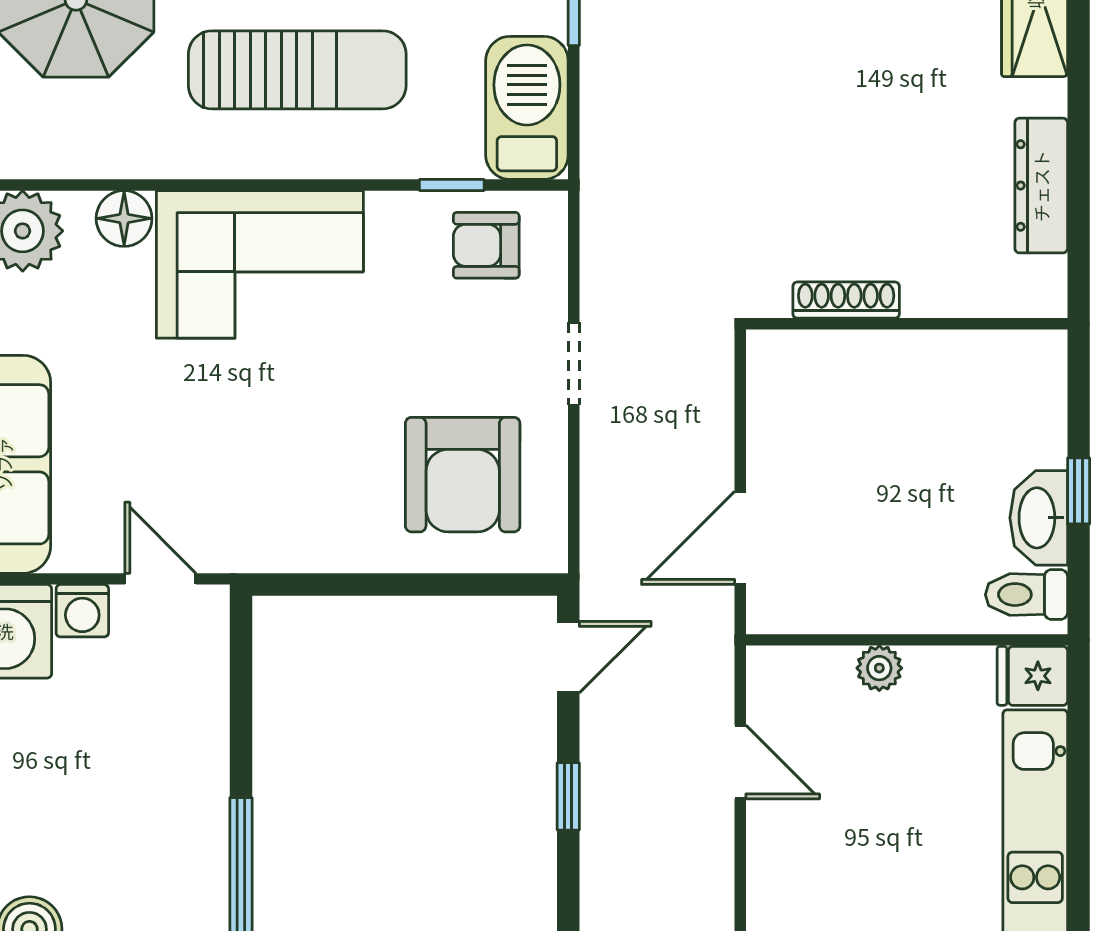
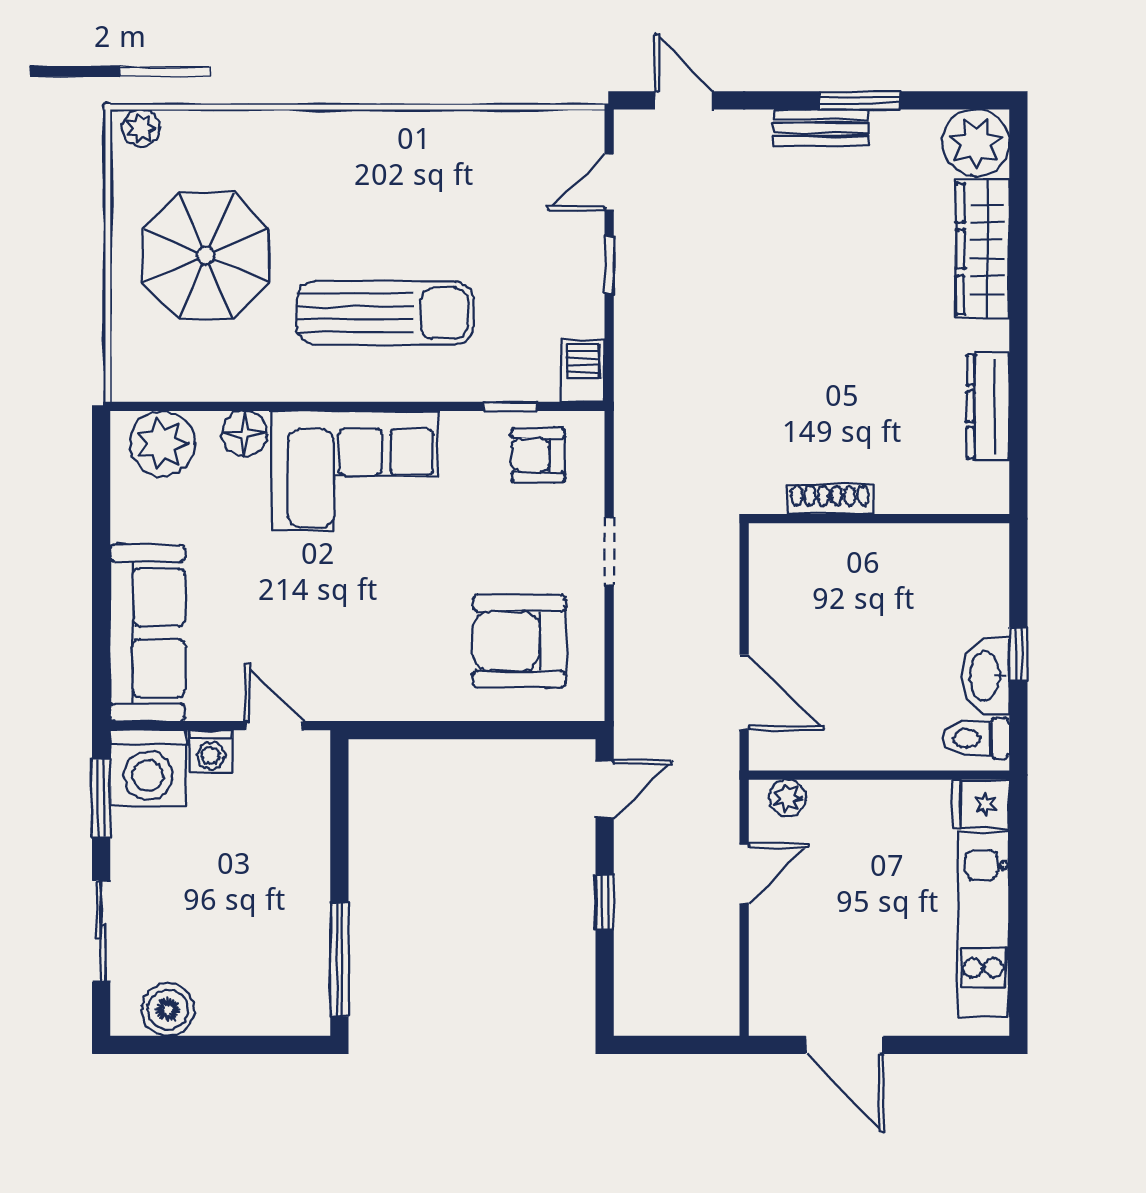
barbecue: (527, 108) -> (583, 371), width x0.53, depth x0.65
armchair: (463, 475) -> (519, 641), turned 90
door: (740, 538) -> (744, 692), swing flipped
plant: (879, 668) -> (788, 798), moved
door: (740, 762) -> (744, 874), hinge flipped

